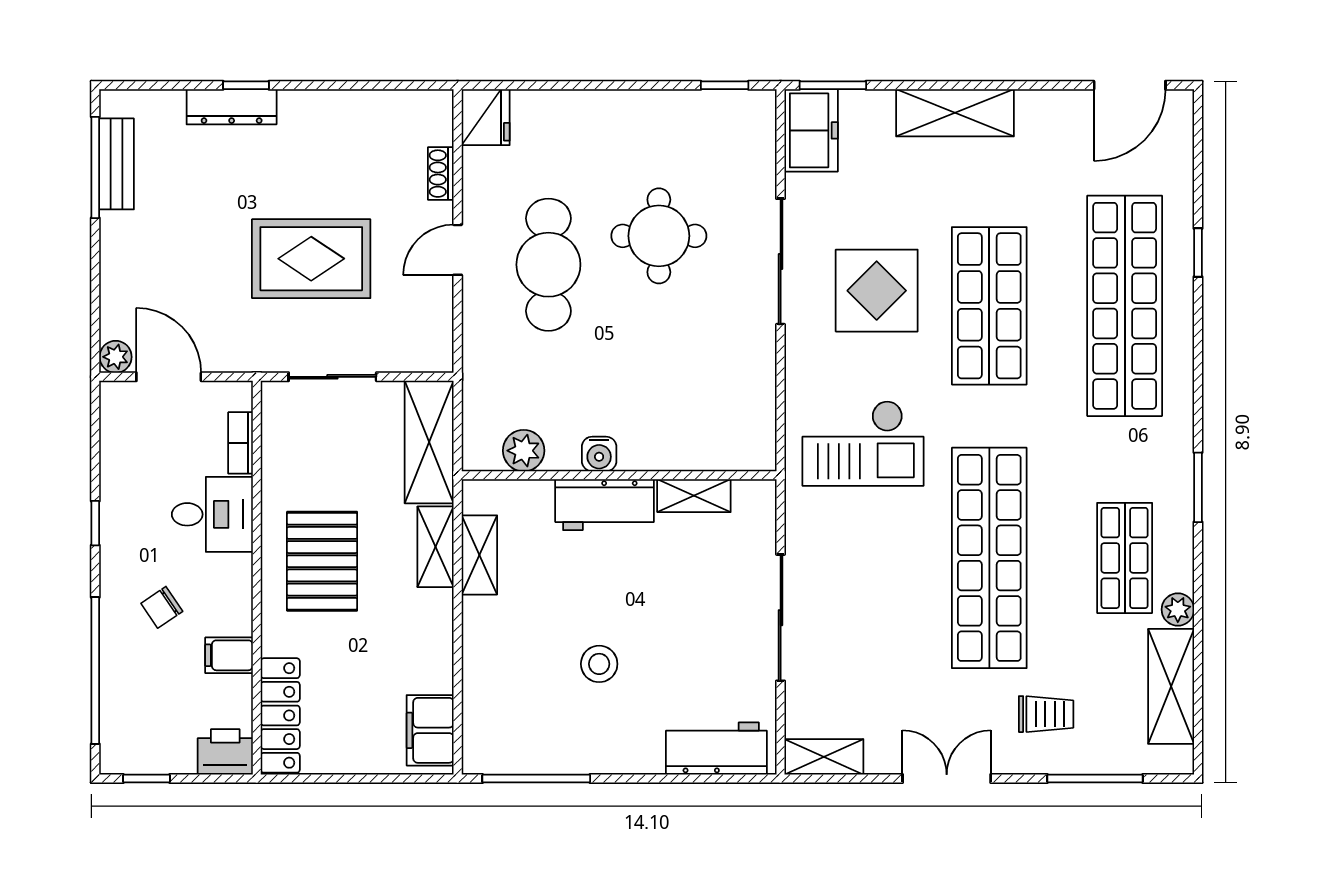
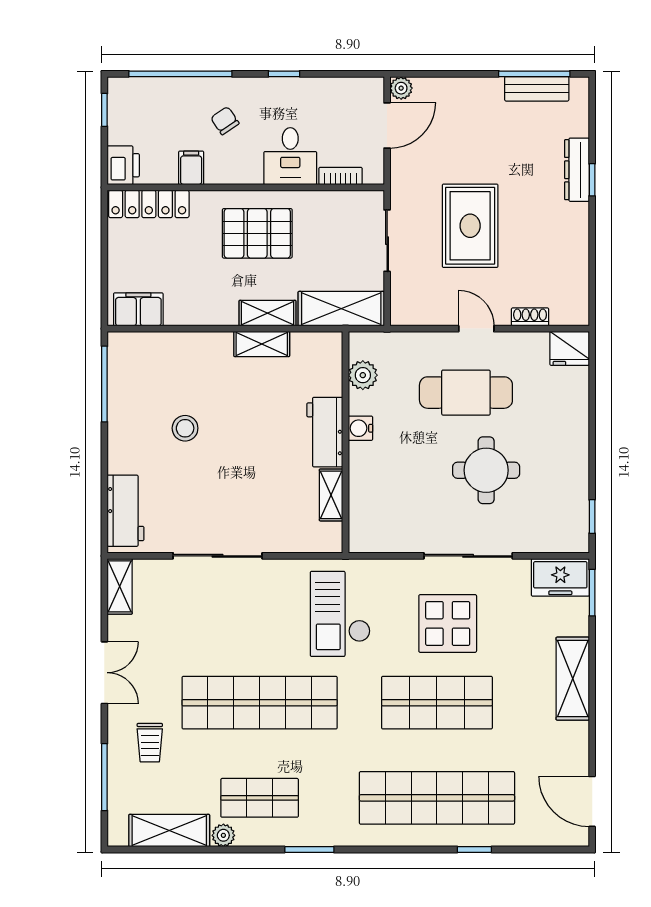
plant: (524, 451) -> (363, 375), moved
water cooler: (599, 454) -> (360, 428), moved
wall: (619, 475) -> (346, 442), moved
shelving: (694, 496) -> (331, 495), moved
workbench: (605, 505) -> (325, 432), moved

